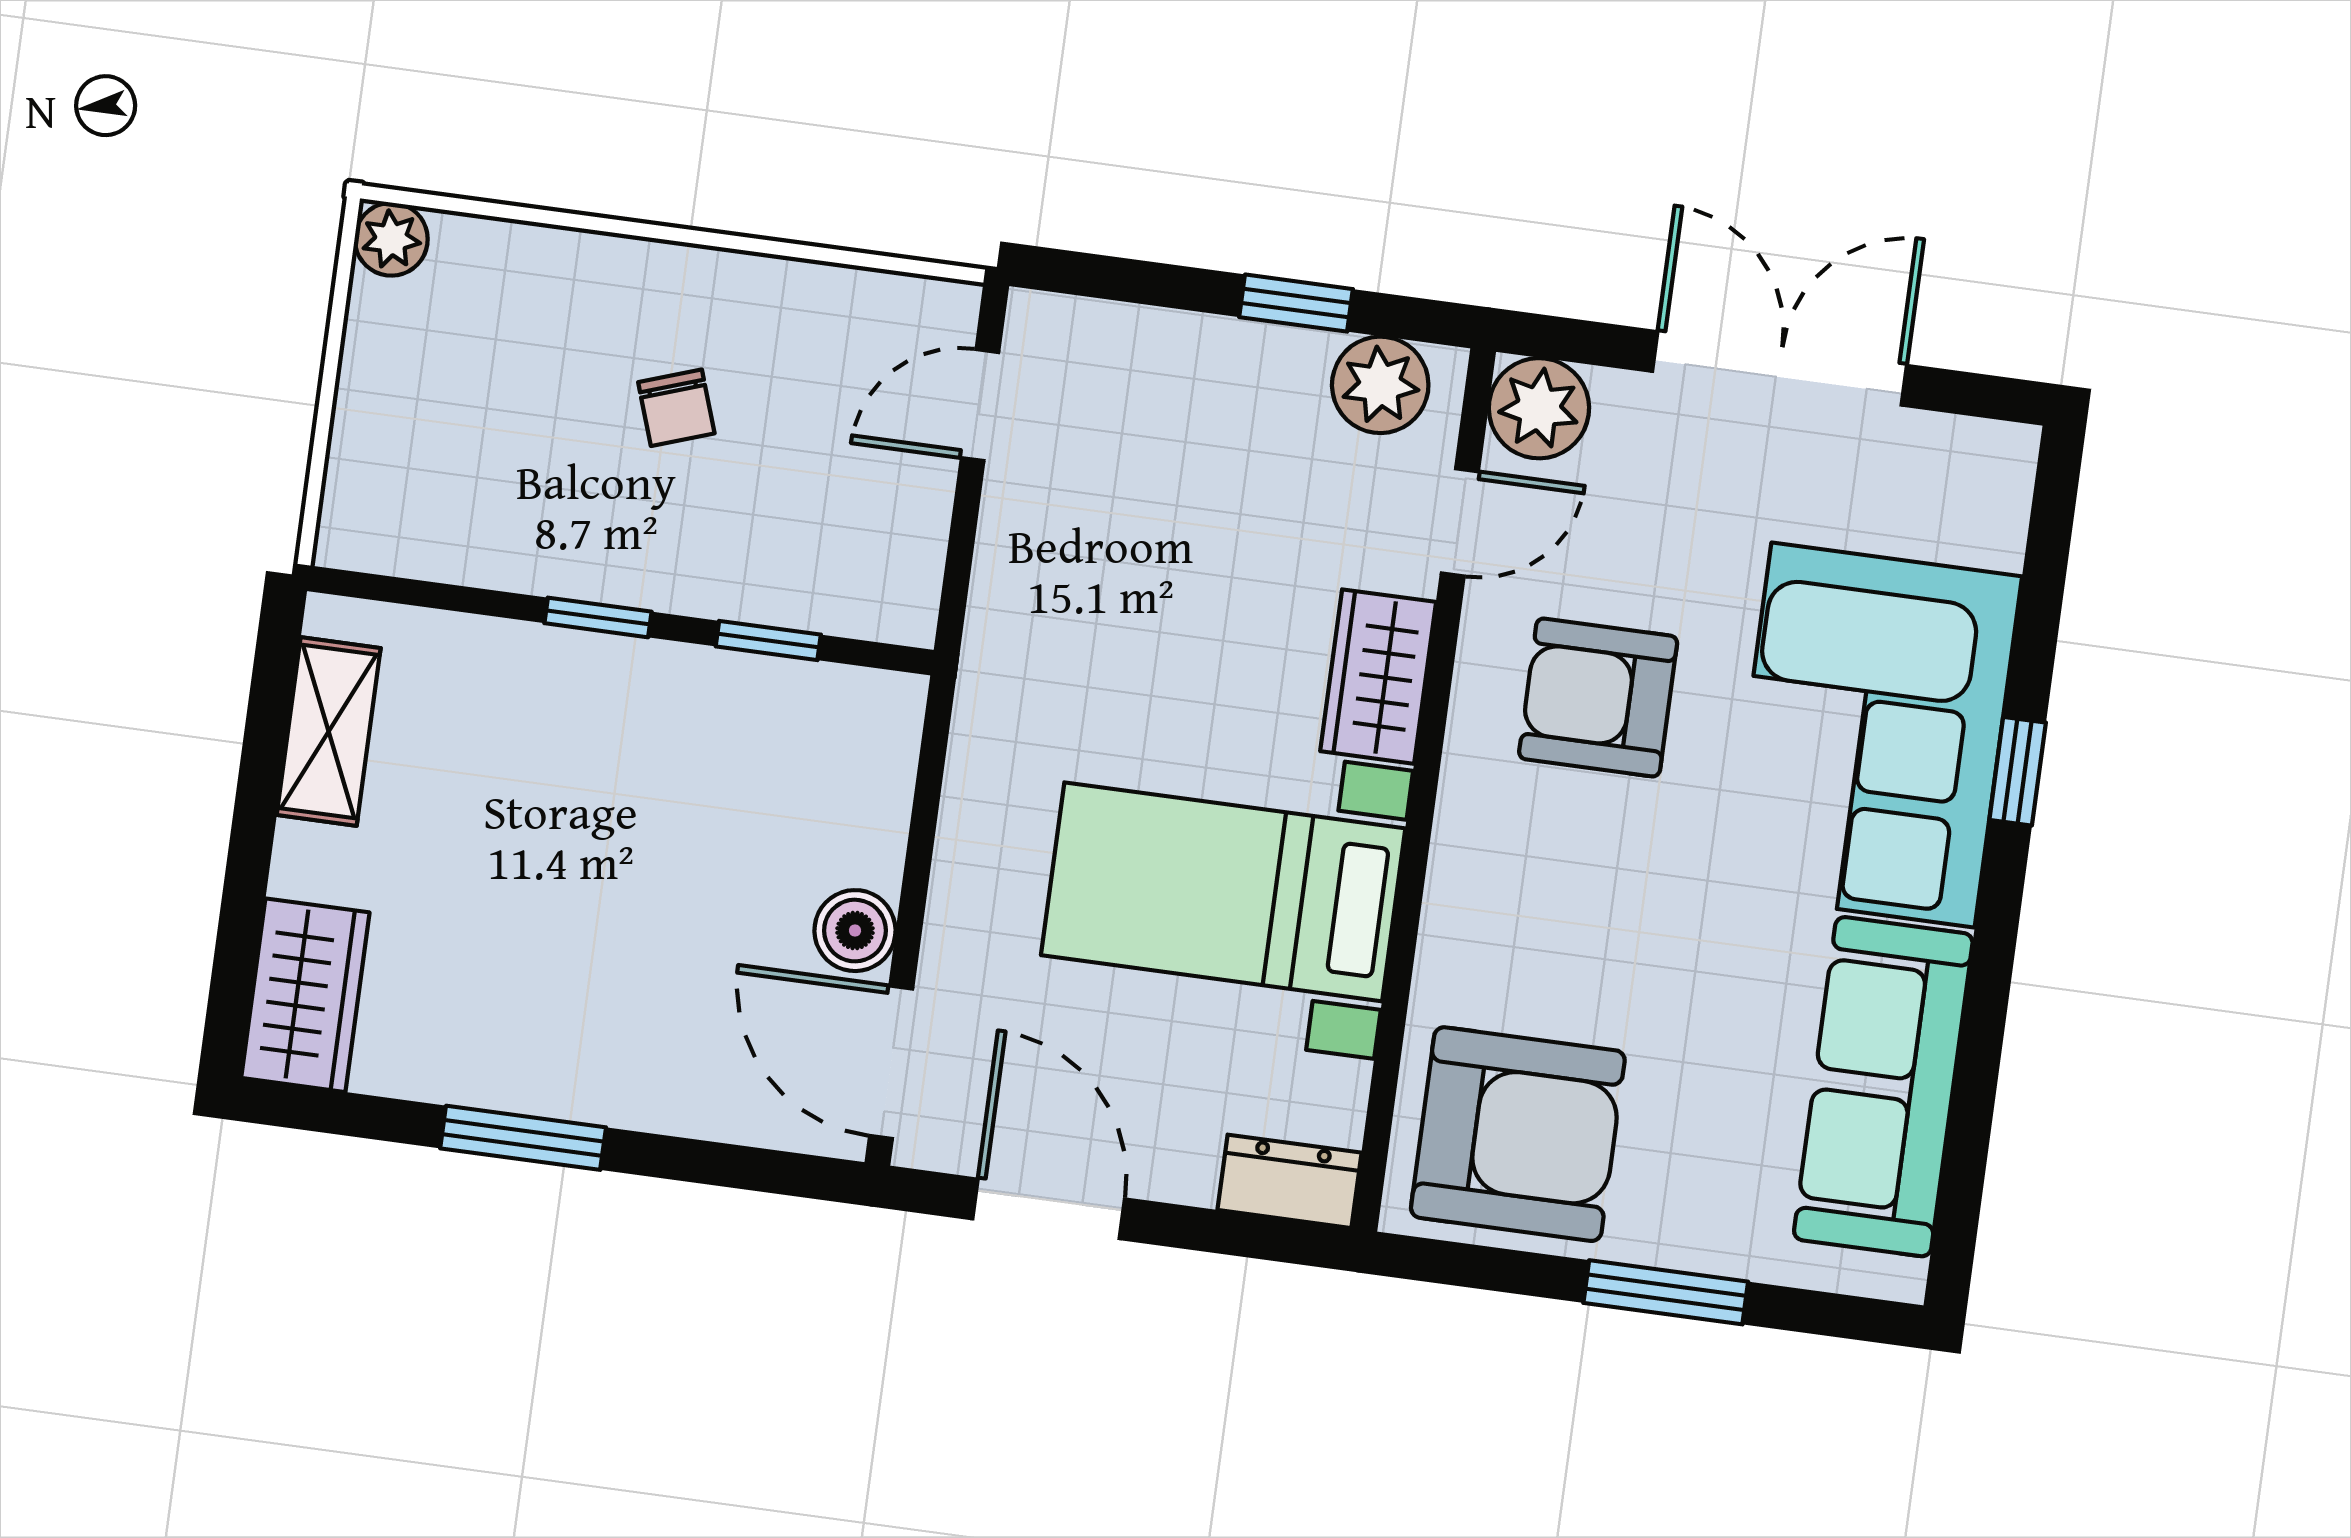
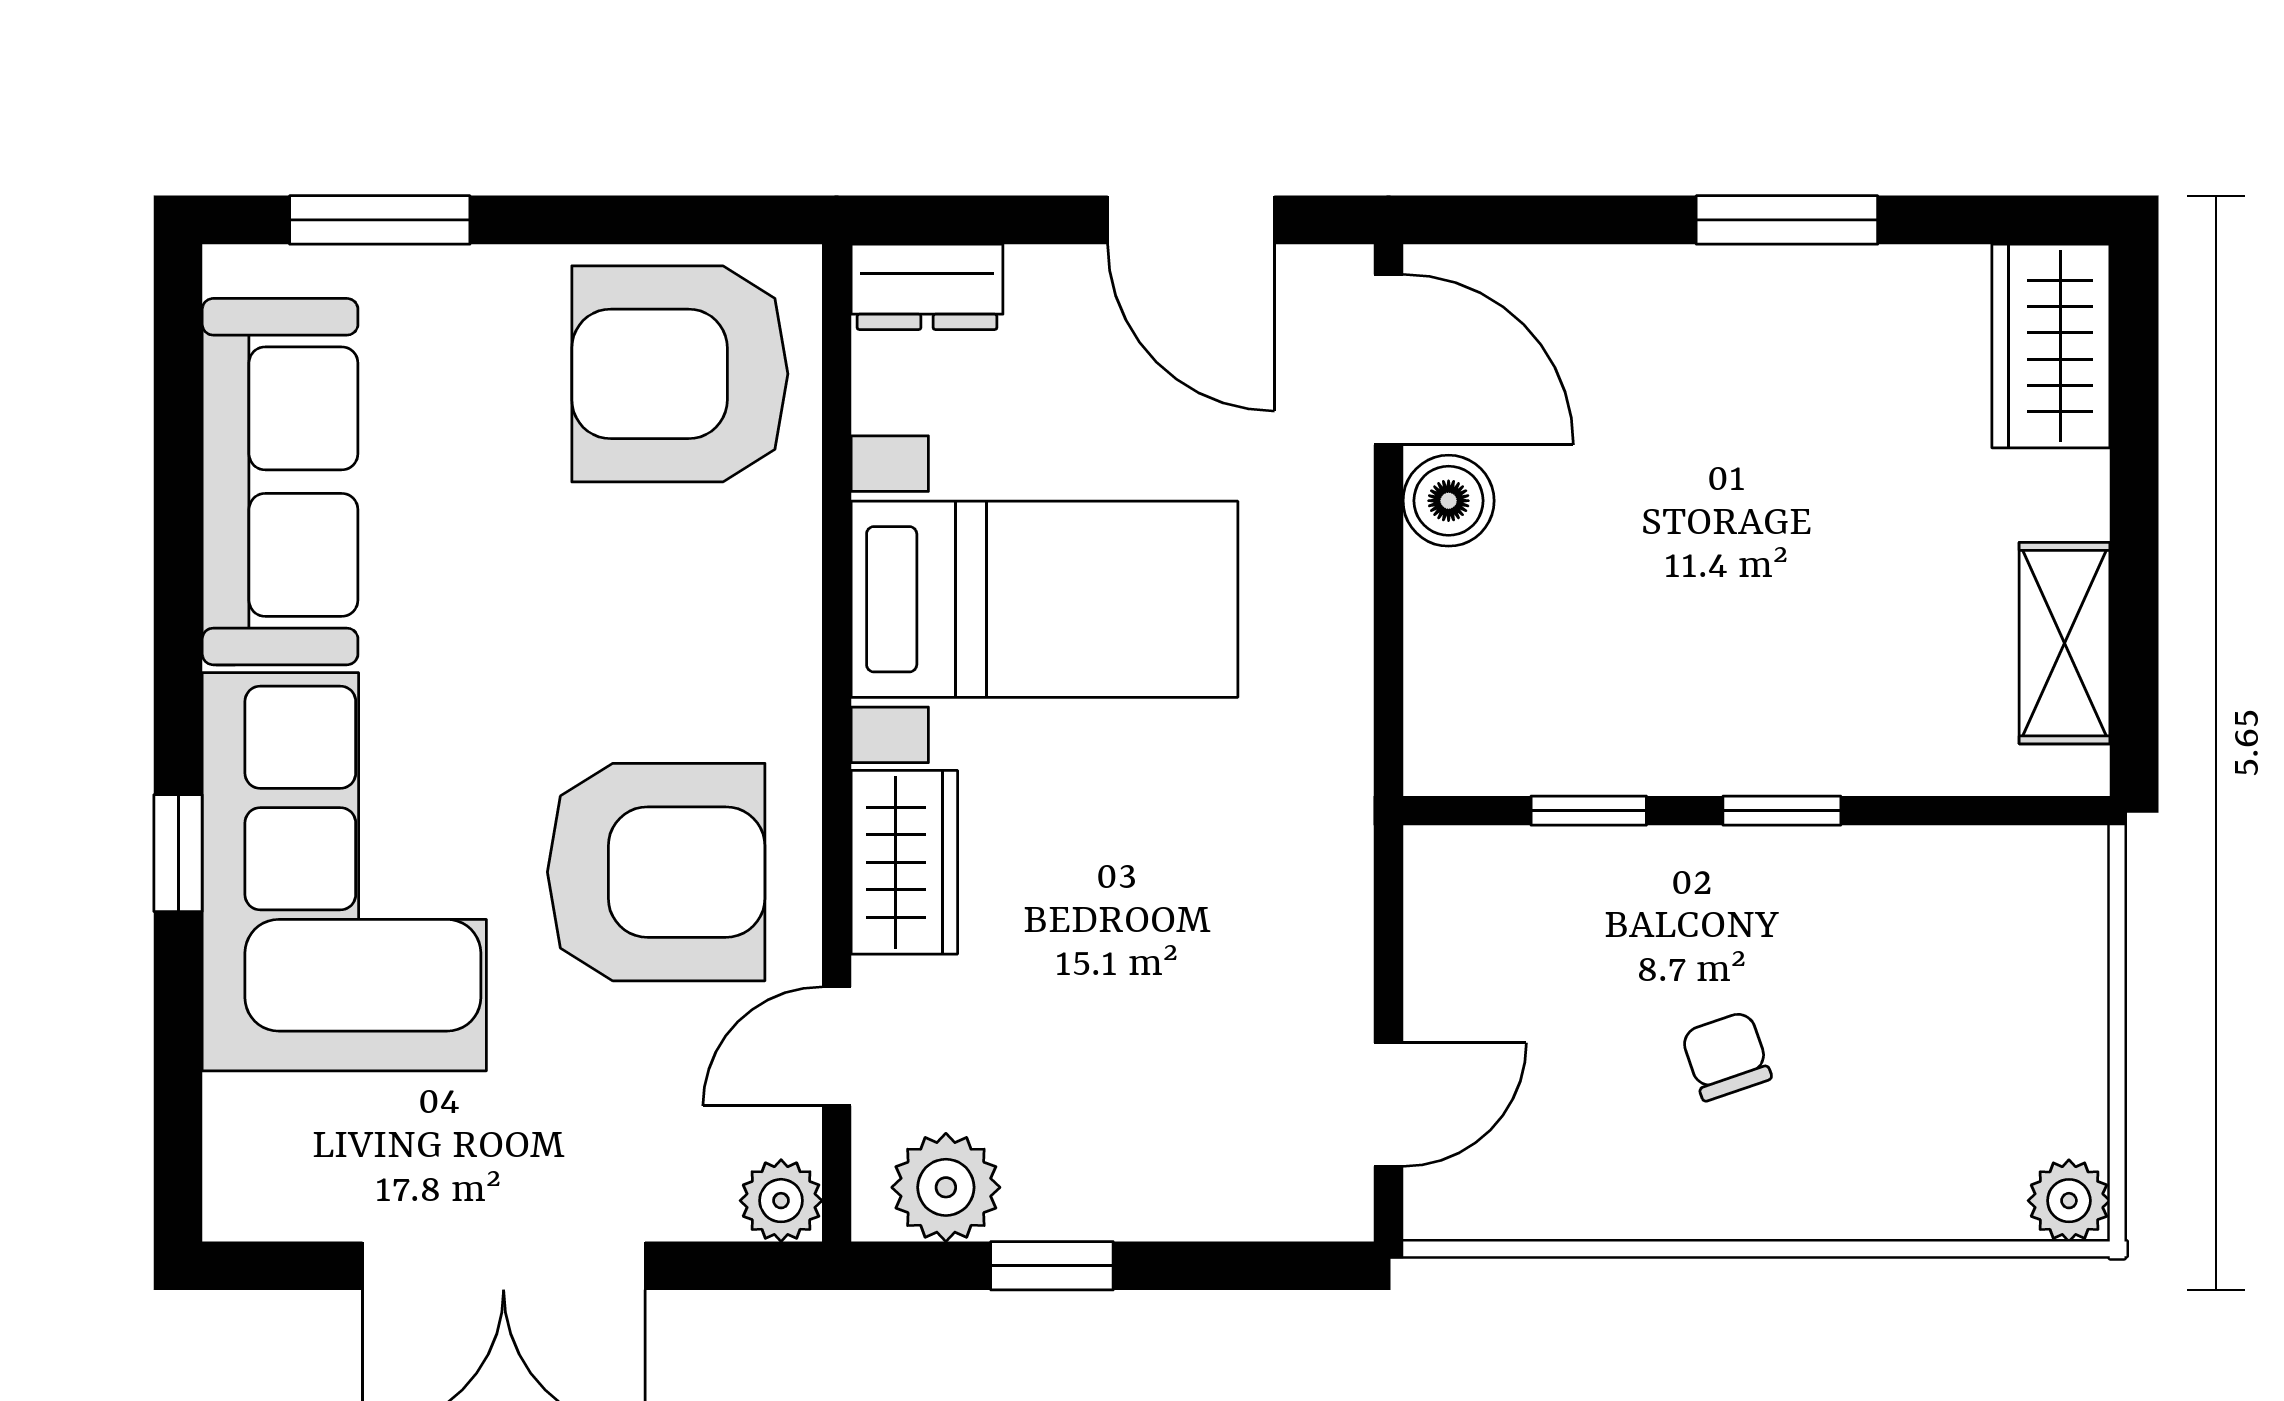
plant: (1539, 408) -> (781, 1201), width x0.73, depth x0.73
armchair: (1598, 698) -> (656, 872), width x1.36, depth x1.36
window: (1666, 1292) -> (380, 220), moved

